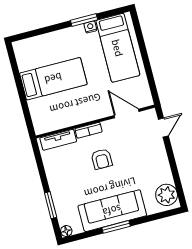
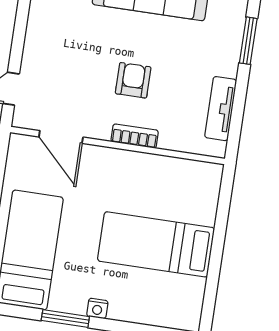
nightstand: (90, 27) -> (97, 308), moved
tv unit: (58, 140) -> (221, 109), moved, turned -90

